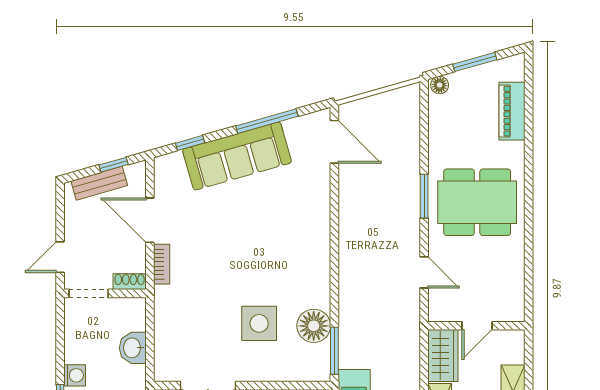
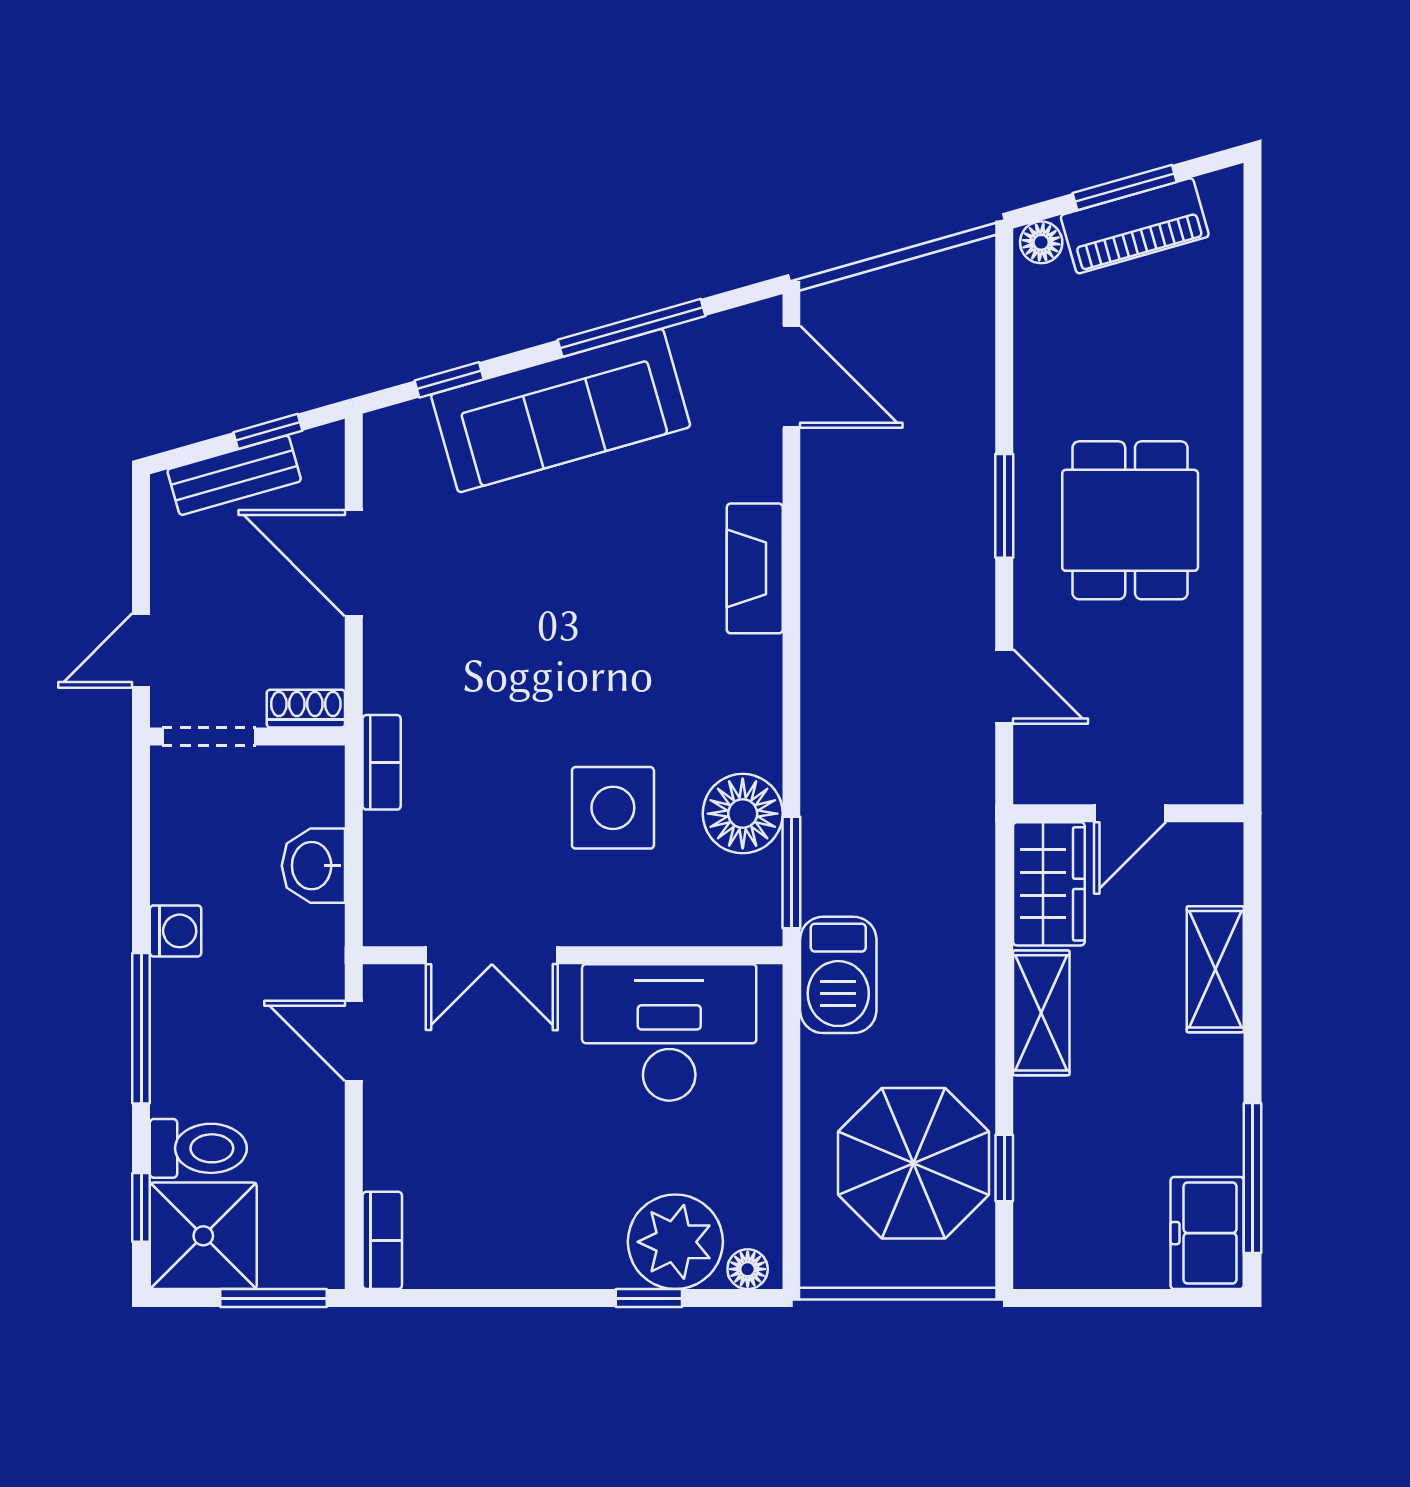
piano: (512, 111) -> (1135, 226), moved, turned -106
dining table: (477, 202) -> (1130, 520), width x0.73
fireplace: (319, 223) -> (755, 568), added
bookcase: (162, 264) -> (382, 762), moved

